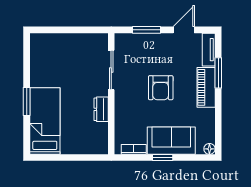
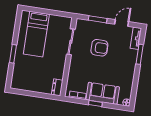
piano: (206, 87) -> (130, 62), removed
armchair: (161, 88) -> (99, 48), moved, turned -90
dresser: (101, 109) -> (57, 87), moved
bed: (45, 121) -> (36, 34), moved, turned 180

